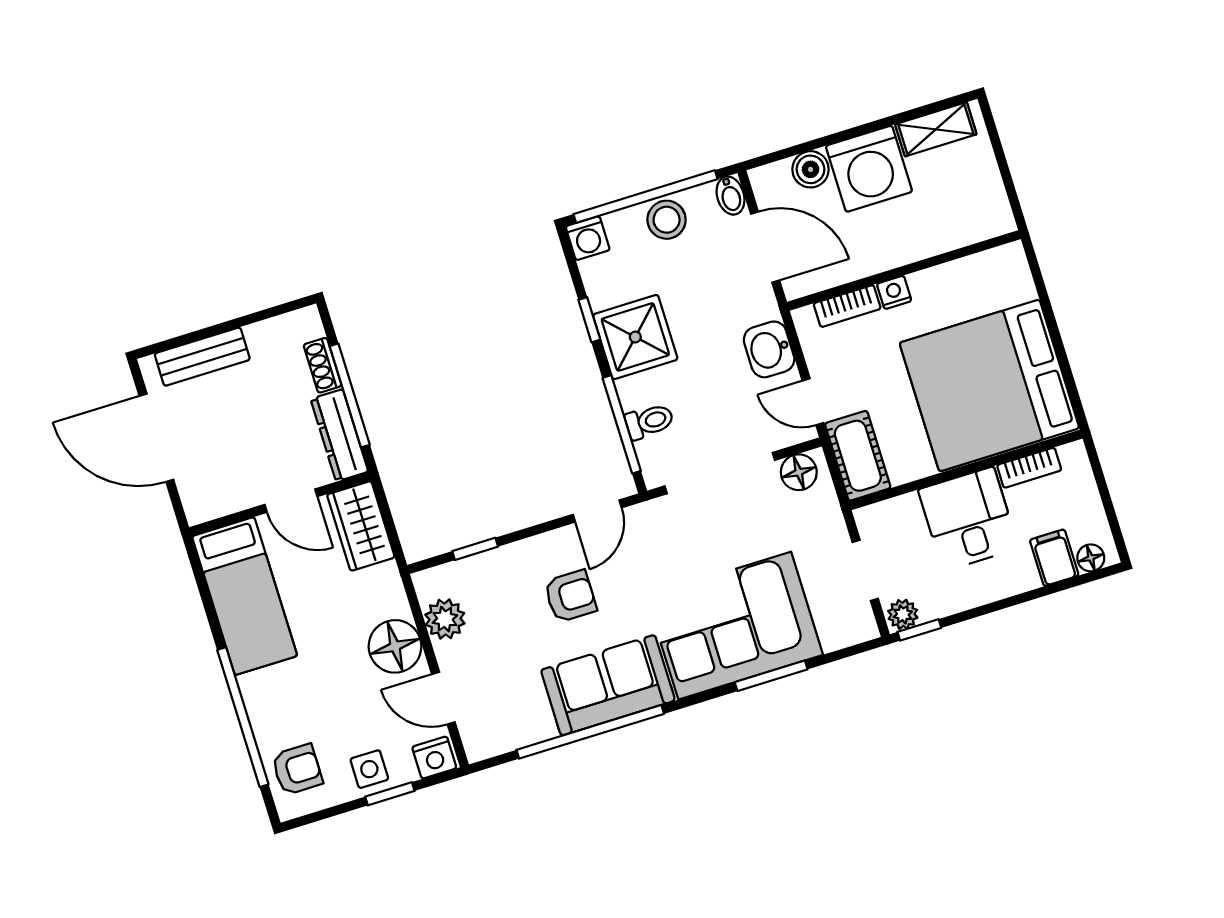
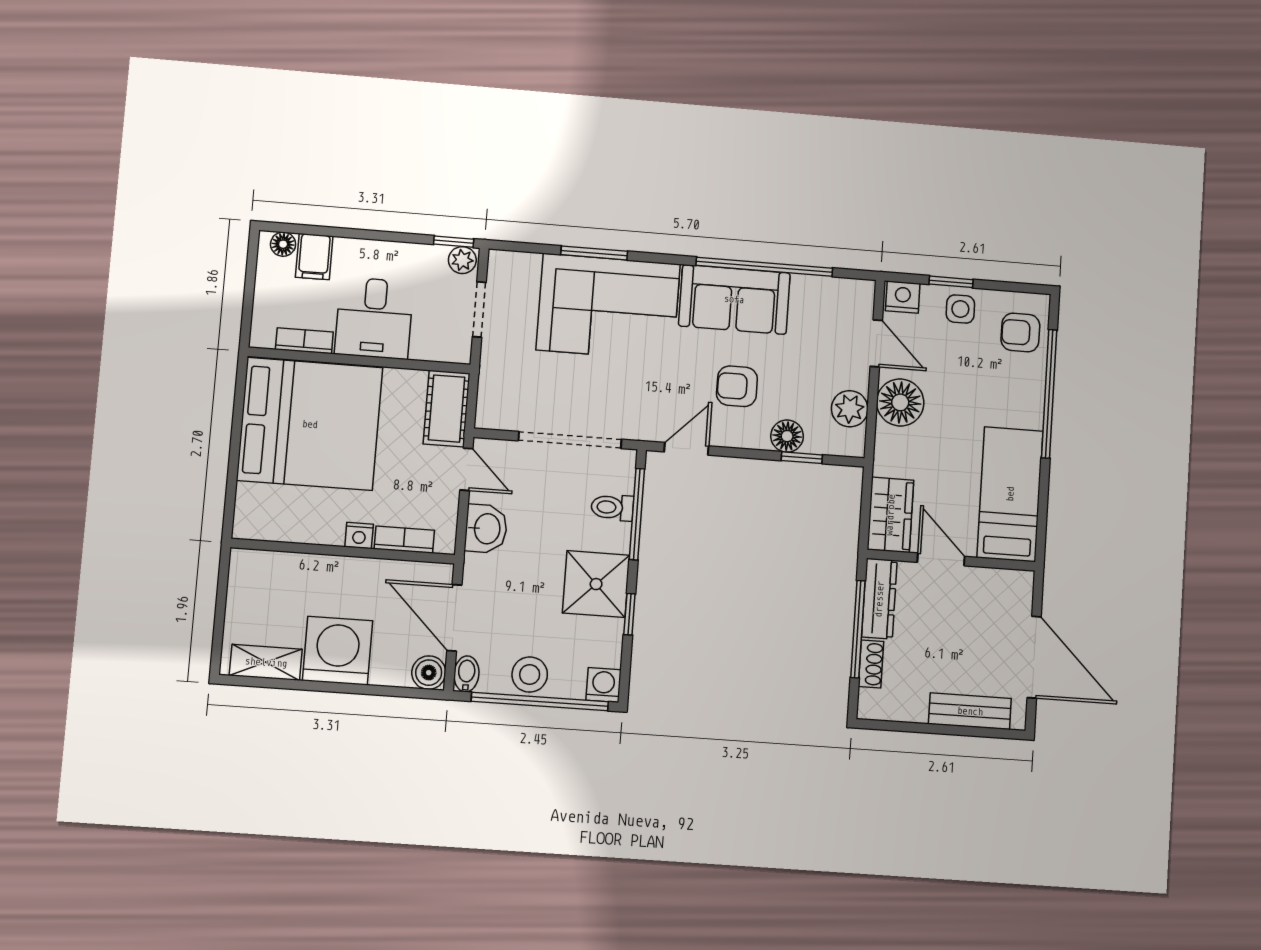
boiler: (811, 169) -> (429, 673), moved
floor lamp: (799, 472) -> (787, 436), moved

